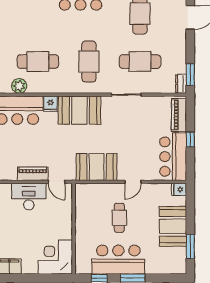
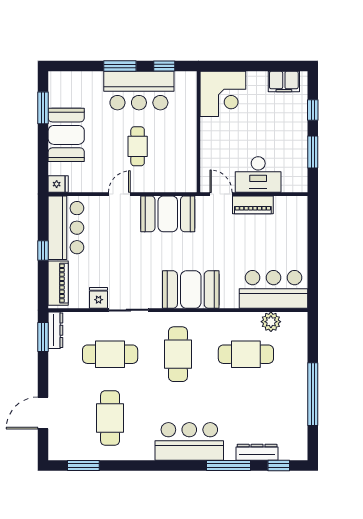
dresser: (181, 84) -> (55, 330), width x1.44
fridge: (51, 104) -> (99, 298), moved

